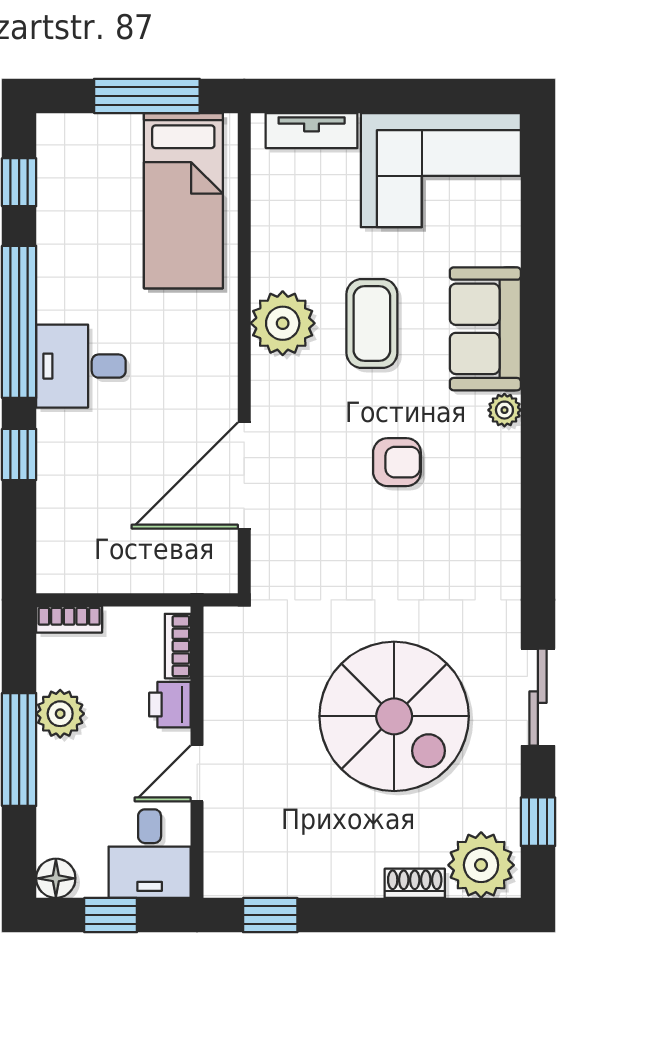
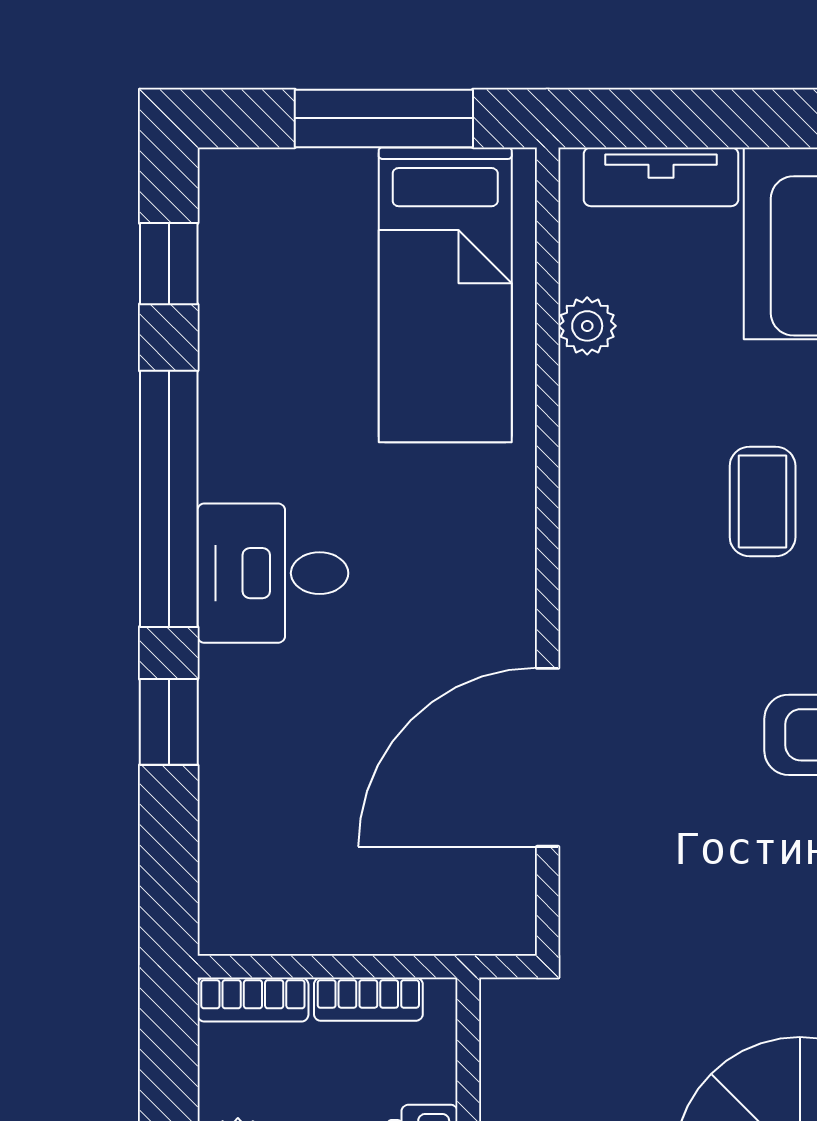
plant: (283, 323) -> (587, 326), moved, width x0.53, depth x0.53
coffee table: (372, 324) -> (763, 501), width x0.73, depth x0.77
bookcase: (178, 646) -> (368, 999), moved, turned -90

